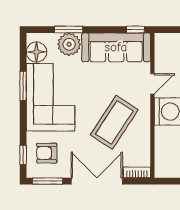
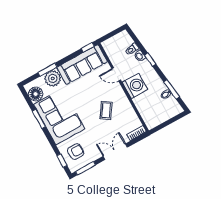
door: (152, 84) -> (116, 74), swing flipped
coffee table: (114, 122) -> (106, 110), width x0.54, depth x0.58
armchair: (47, 153) -> (76, 152), turned 180
double door: (97, 181) -> (115, 152), width x0.73

